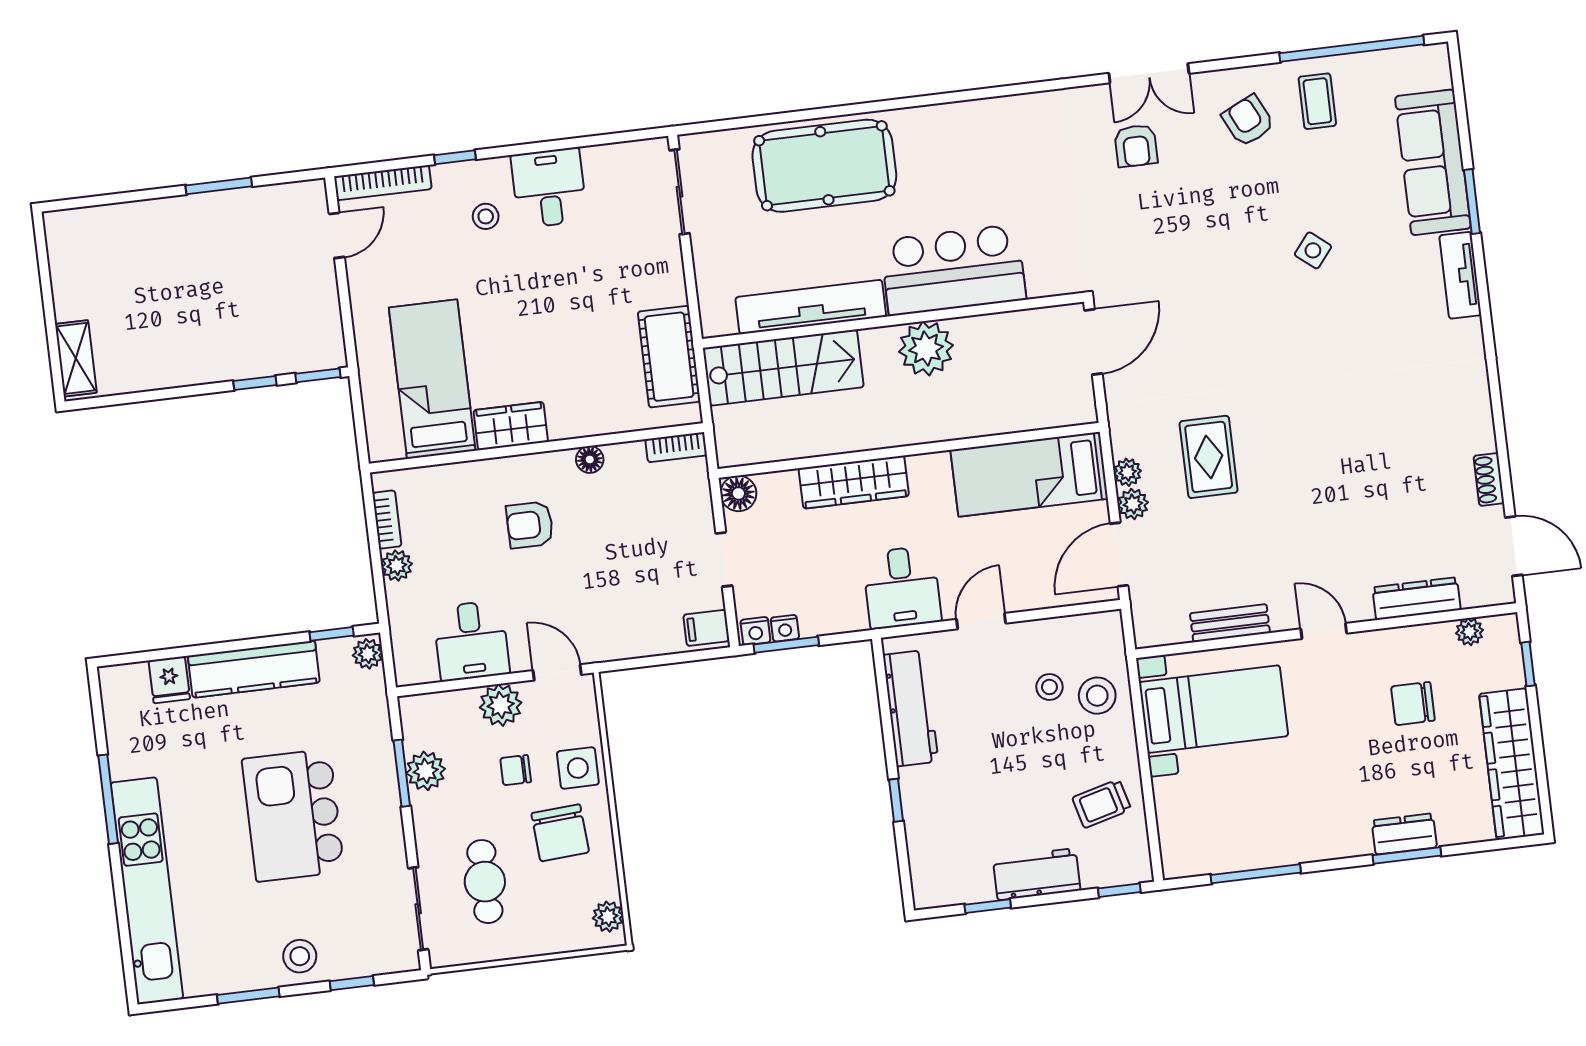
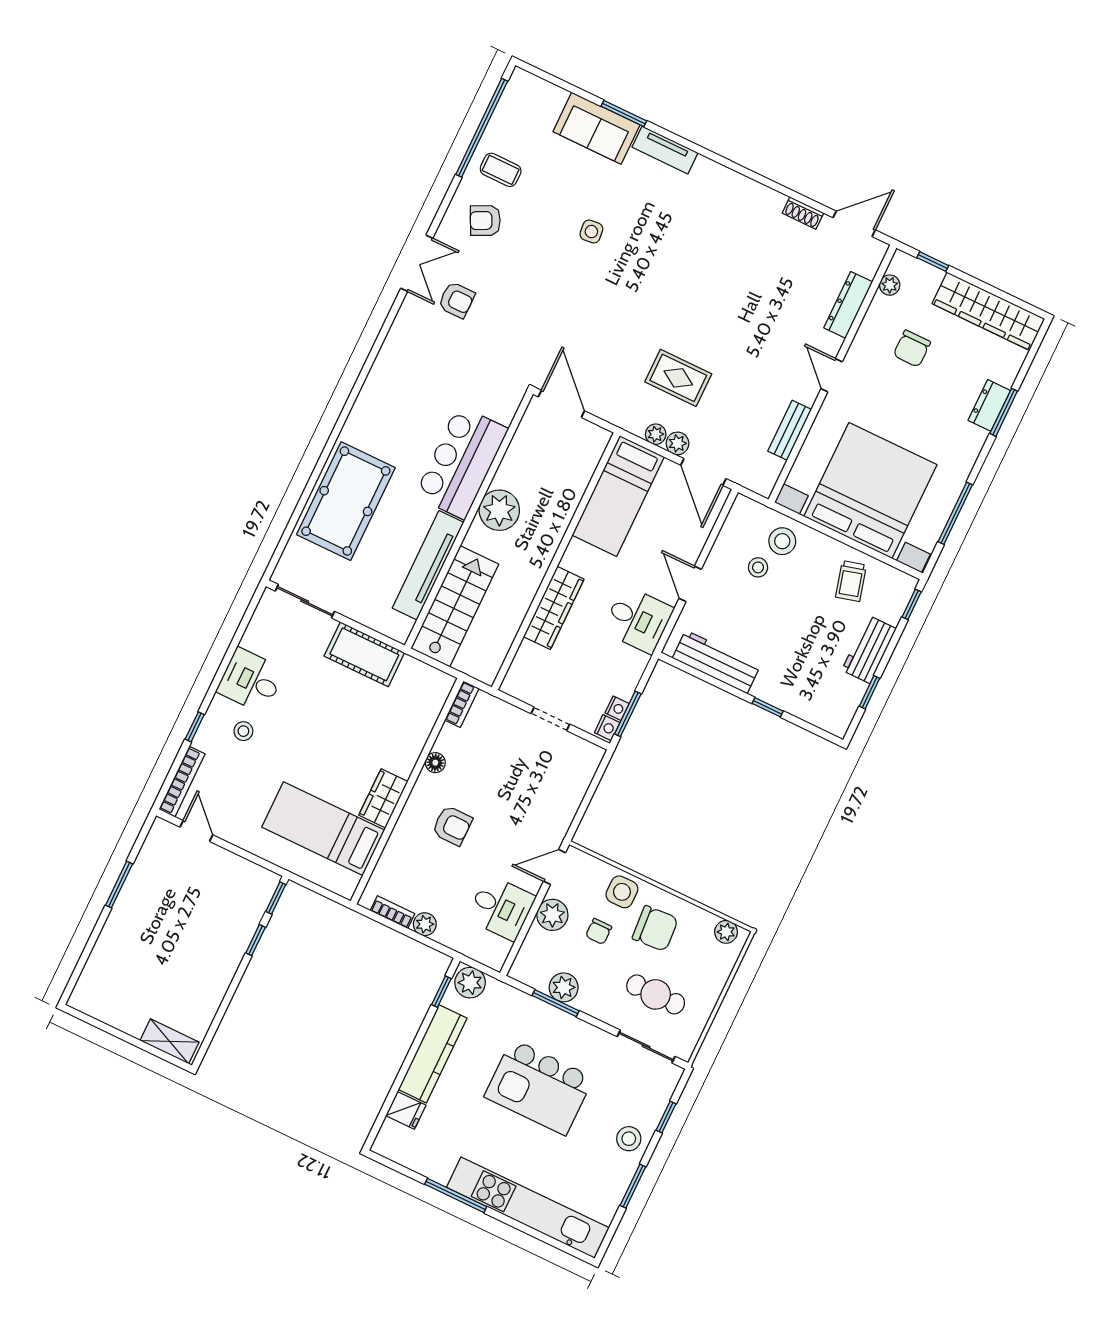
sofa: (1433, 162) -> (596, 128), width x0.73
side table: (1313, 250) -> (591, 232), turned 45
cot: (669, 357) -> (364, 654), moved
floor lamp: (738, 493) -> (515, 684), removed
armchair: (530, 525) -> (452, 826), turned -90
filing cabinet: (706, 628) -> (586, 757), removed
door: (1324, 631) -> (832, 375), hinge flipped
plant: (368, 654) -> (470, 983), width x1.38, depth x1.38
bed with nightstands: (1214, 709) -> (870, 491), width x1.85

